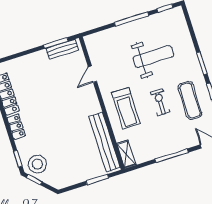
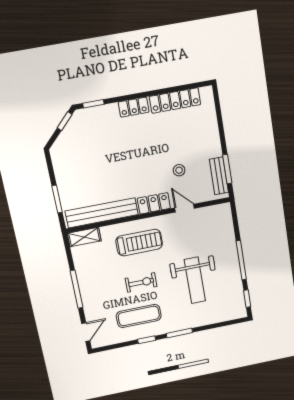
locker: (91, 100) -> (154, 203), added
treadmill: (126, 108) -> (139, 243), turned 180
stool: (37, 164) -> (179, 170), moved, width x0.53, depth x0.53

